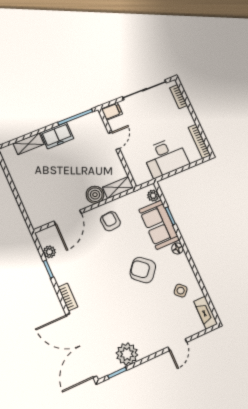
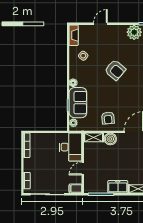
desk: (166, 157) -> (71, 147), moved, turned 90
armchair: (143, 270) -> (115, 70), moved

